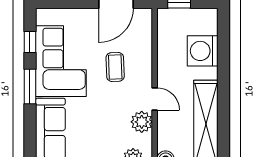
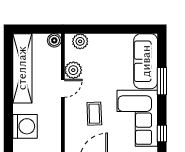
window: (30, 86) -> (162, 81), moved
door: (155, 99) -> (63, 88), swing flipped

